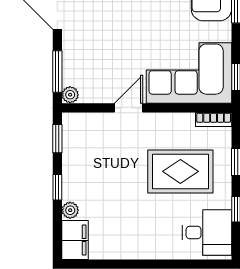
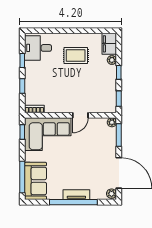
rug: (180, 171) -> (76, 56), moved, width x0.73, depth x0.70

